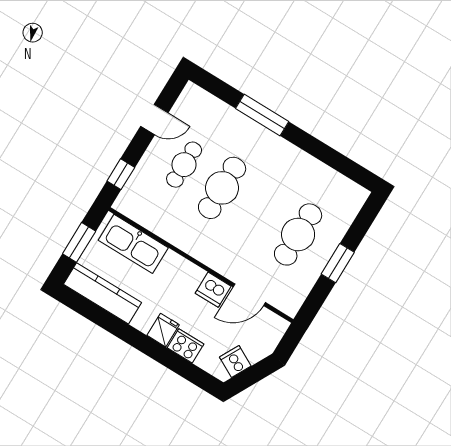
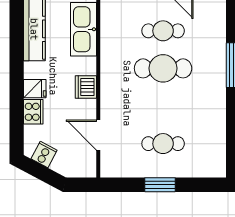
cafe table: (298, 234) -> (163, 144), width x0.73, depth x0.74
dishwasher: (213, 290) -> (86, 87), moved

